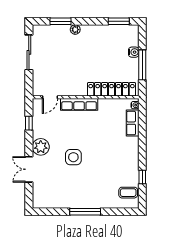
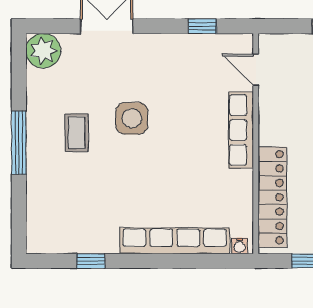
row of seats: (133, 123) -> (175, 241), width x2.02
plant: (41, 147) -> (43, 51), moved
coffee table: (128, 193) -> (76, 133), moved

